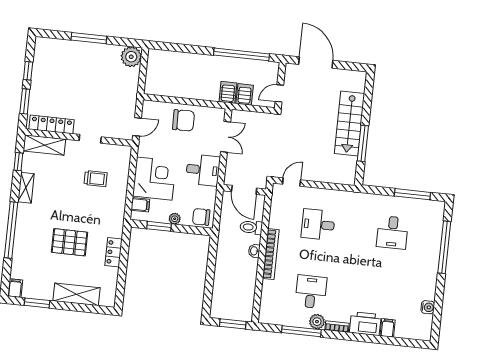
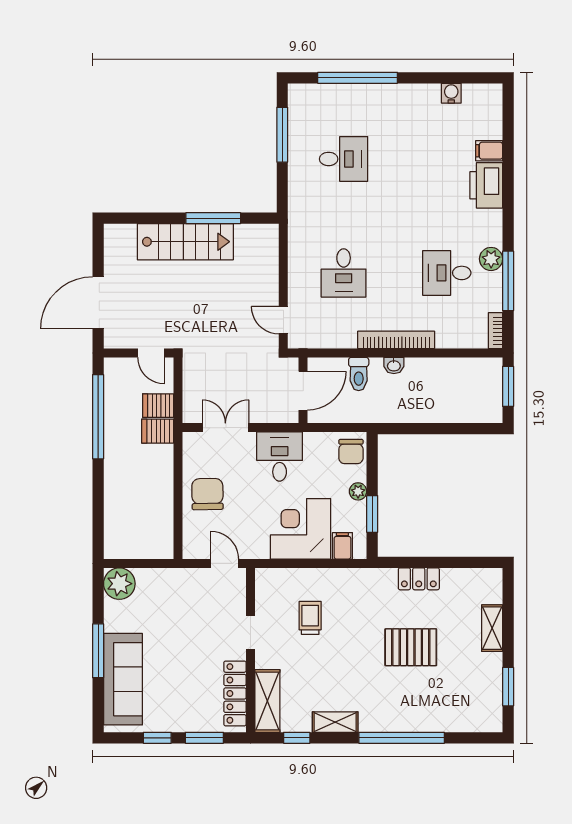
sofa: (69, 52) -> (123, 679), added
pallet: (69, 242) -> (411, 647), turned 90
filing cabinet: (15, 288) -> (489, 722), removed
shelving: (76, 294) -> (492, 628), width x0.67, depth x0.75
bookcase: (337, 327) -> (495, 331), moved

